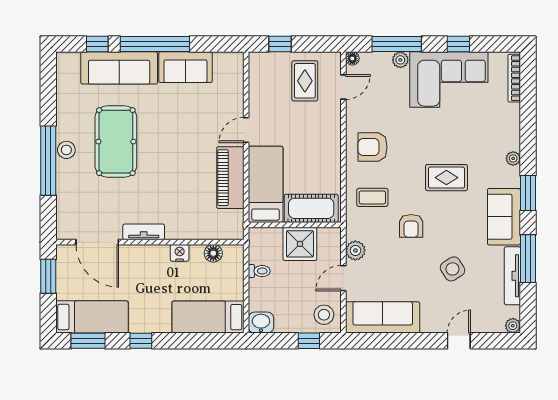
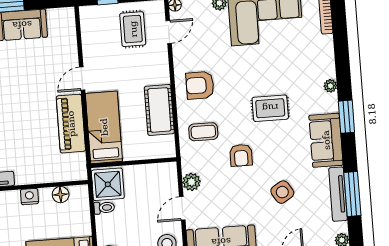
cot: (311, 208) -> (159, 110), moved, turned 90
shower: (300, 244) -> (108, 184), moved
window: (528, 259) -> (352, 194), moved

